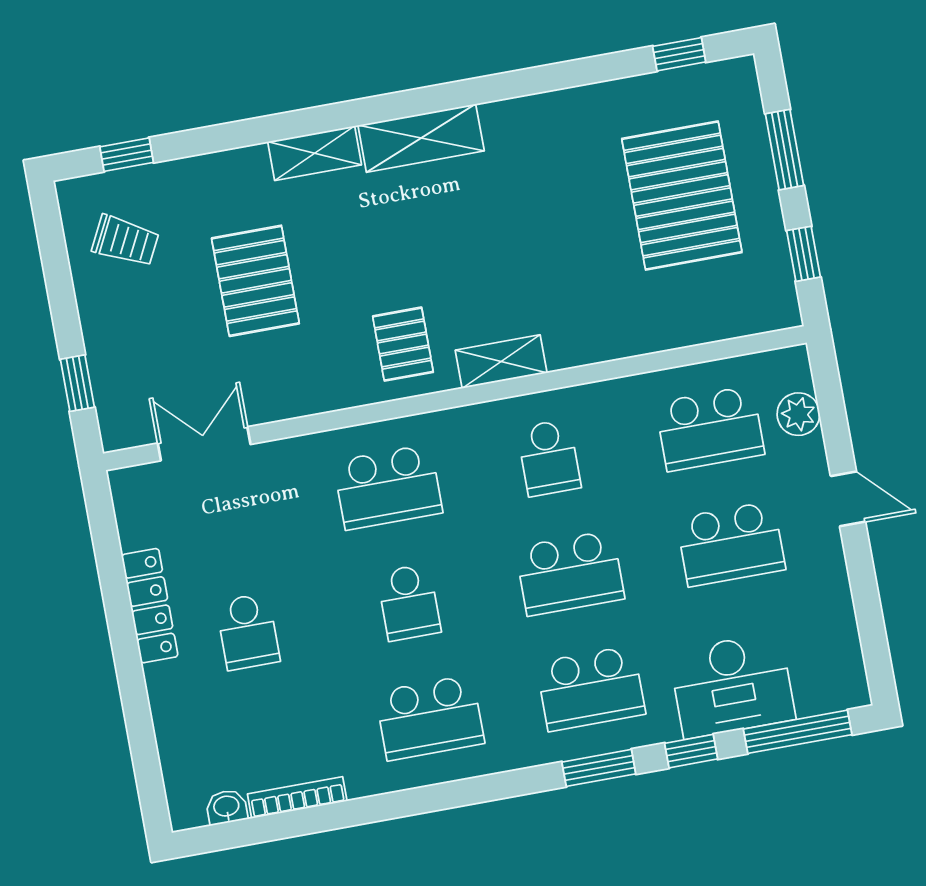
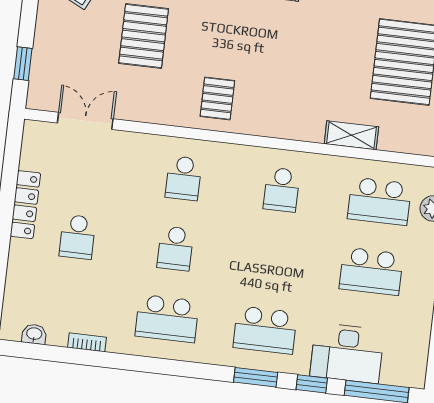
shelving: (501, 362) -> (351, 135), moved
school desk: (388, 487) -> (184, 178), width x0.54
school desk: (570, 573) -> (273, 260), removed
bookcase: (297, 797) -> (87, 342), width x0.64

